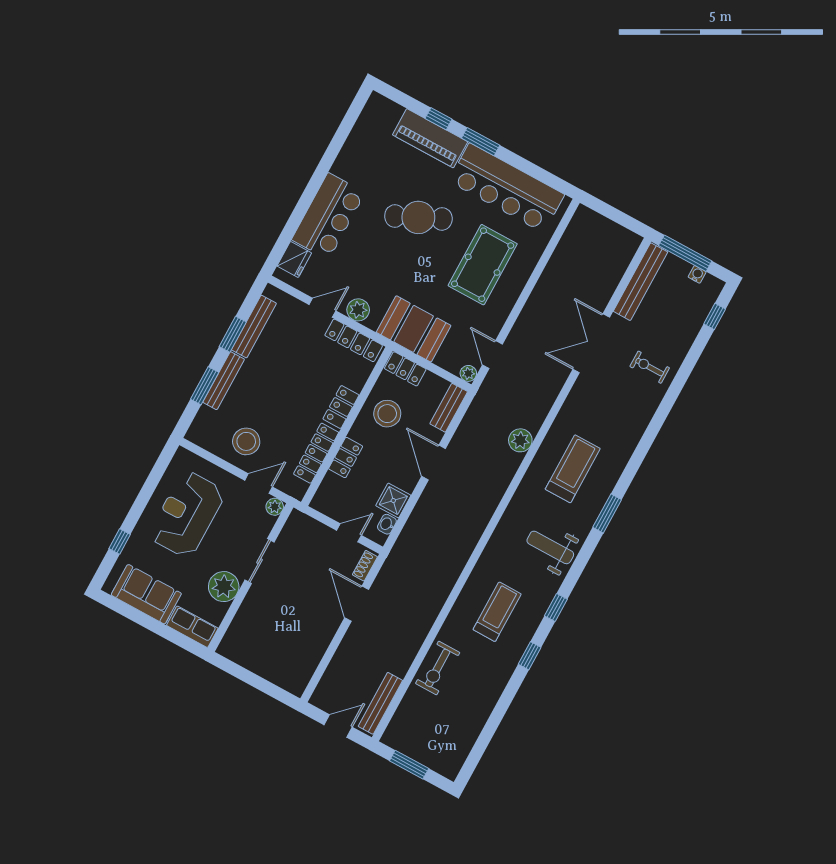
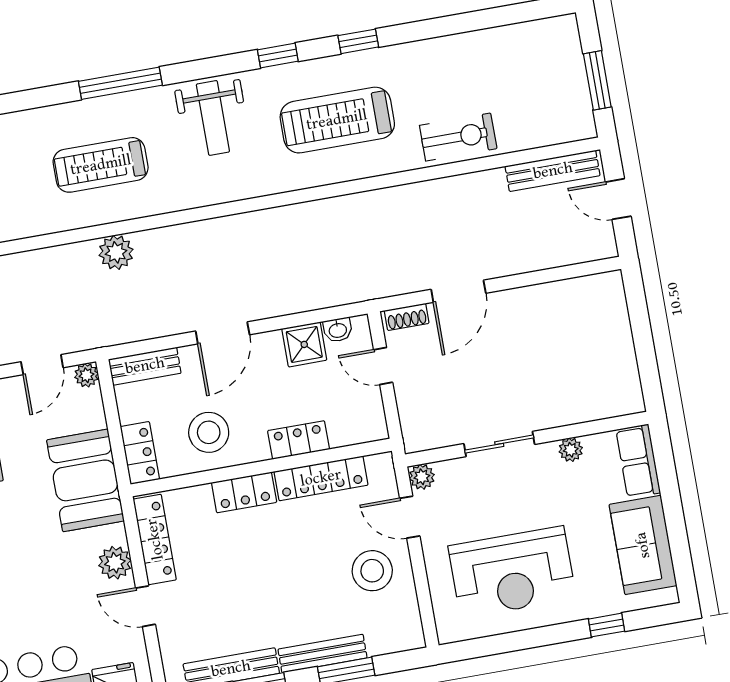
window: (607, 513) -> (120, 83), width x1.44
plant: (224, 587) -> (571, 450), width x0.53, depth x0.53
treadmill: (497, 612) -> (337, 120), width x1.37, depth x1.38

